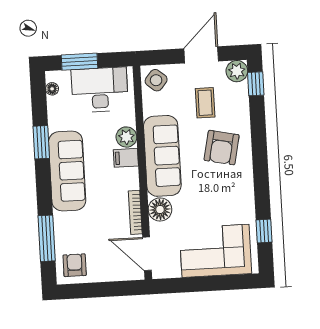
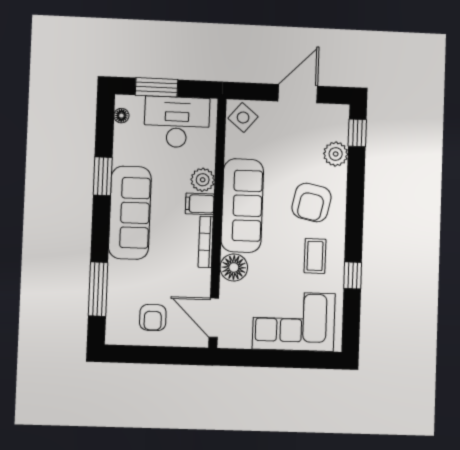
plant: (237, 71) -> (336, 154), moved
coffee table: (205, 103) -> (315, 256), moved
bookcase: (135, 212) -> (206, 242), moved
window: (264, 231) -> (353, 275), moved
armchair: (75, 265) -> (153, 318), moved, turned 180

